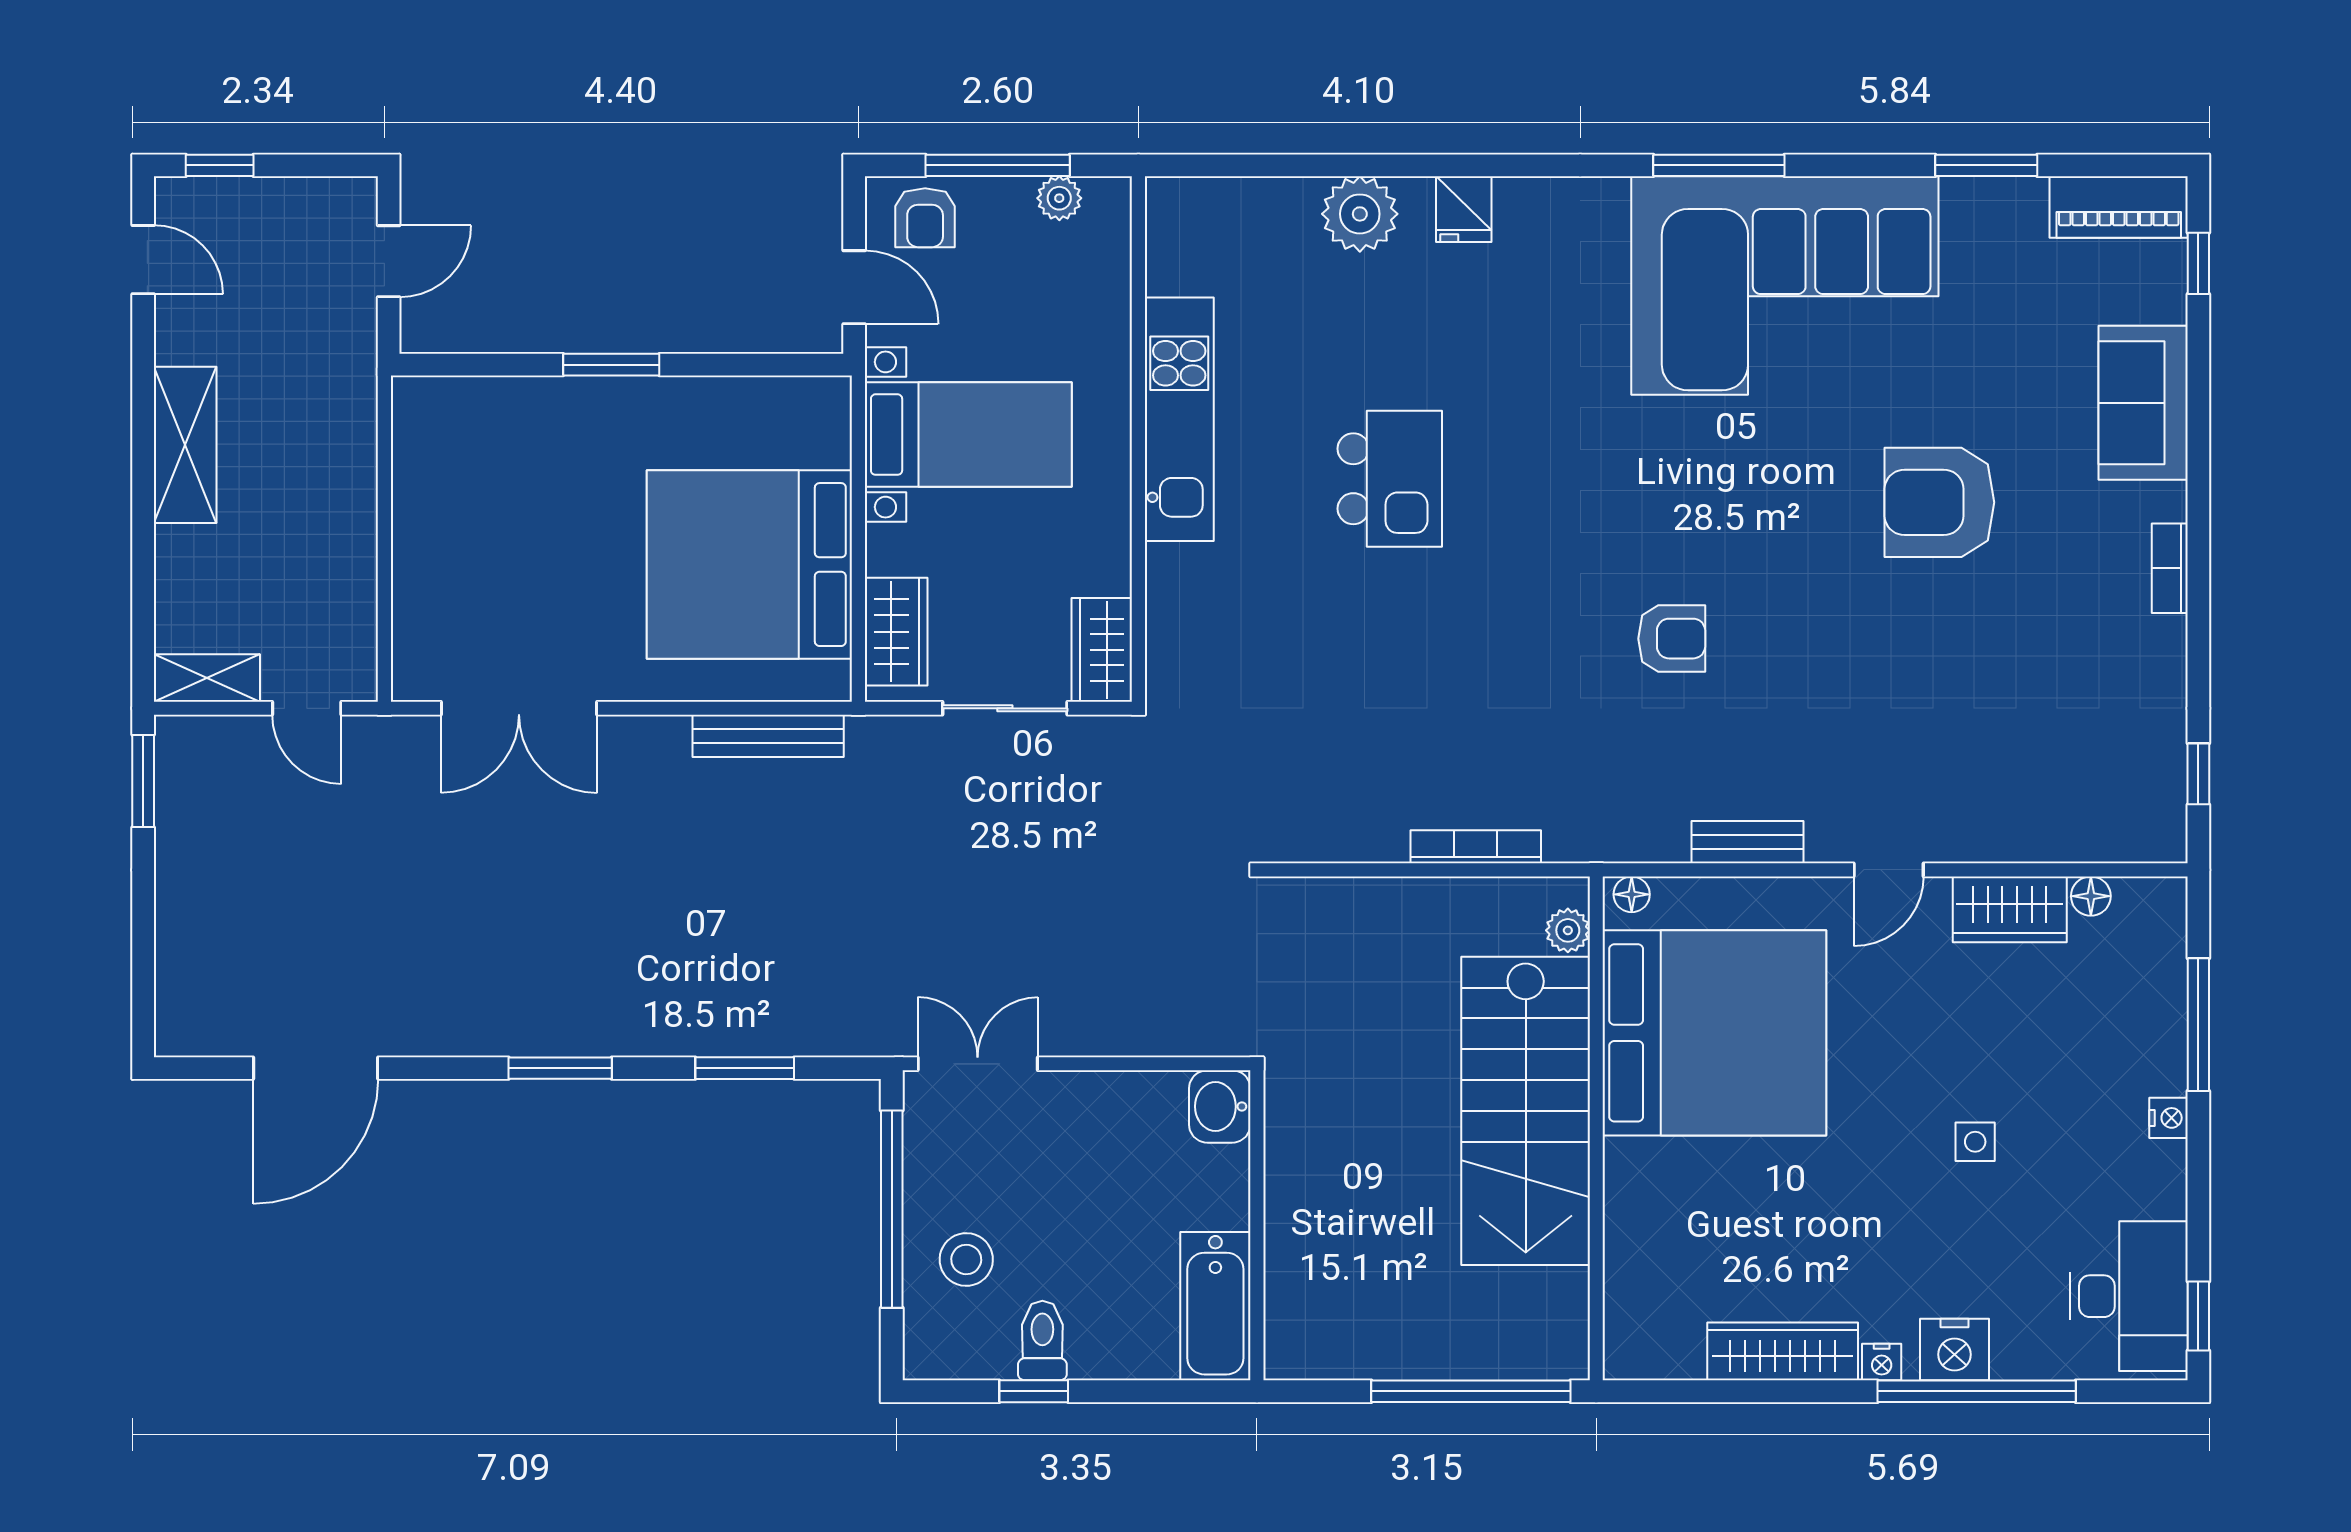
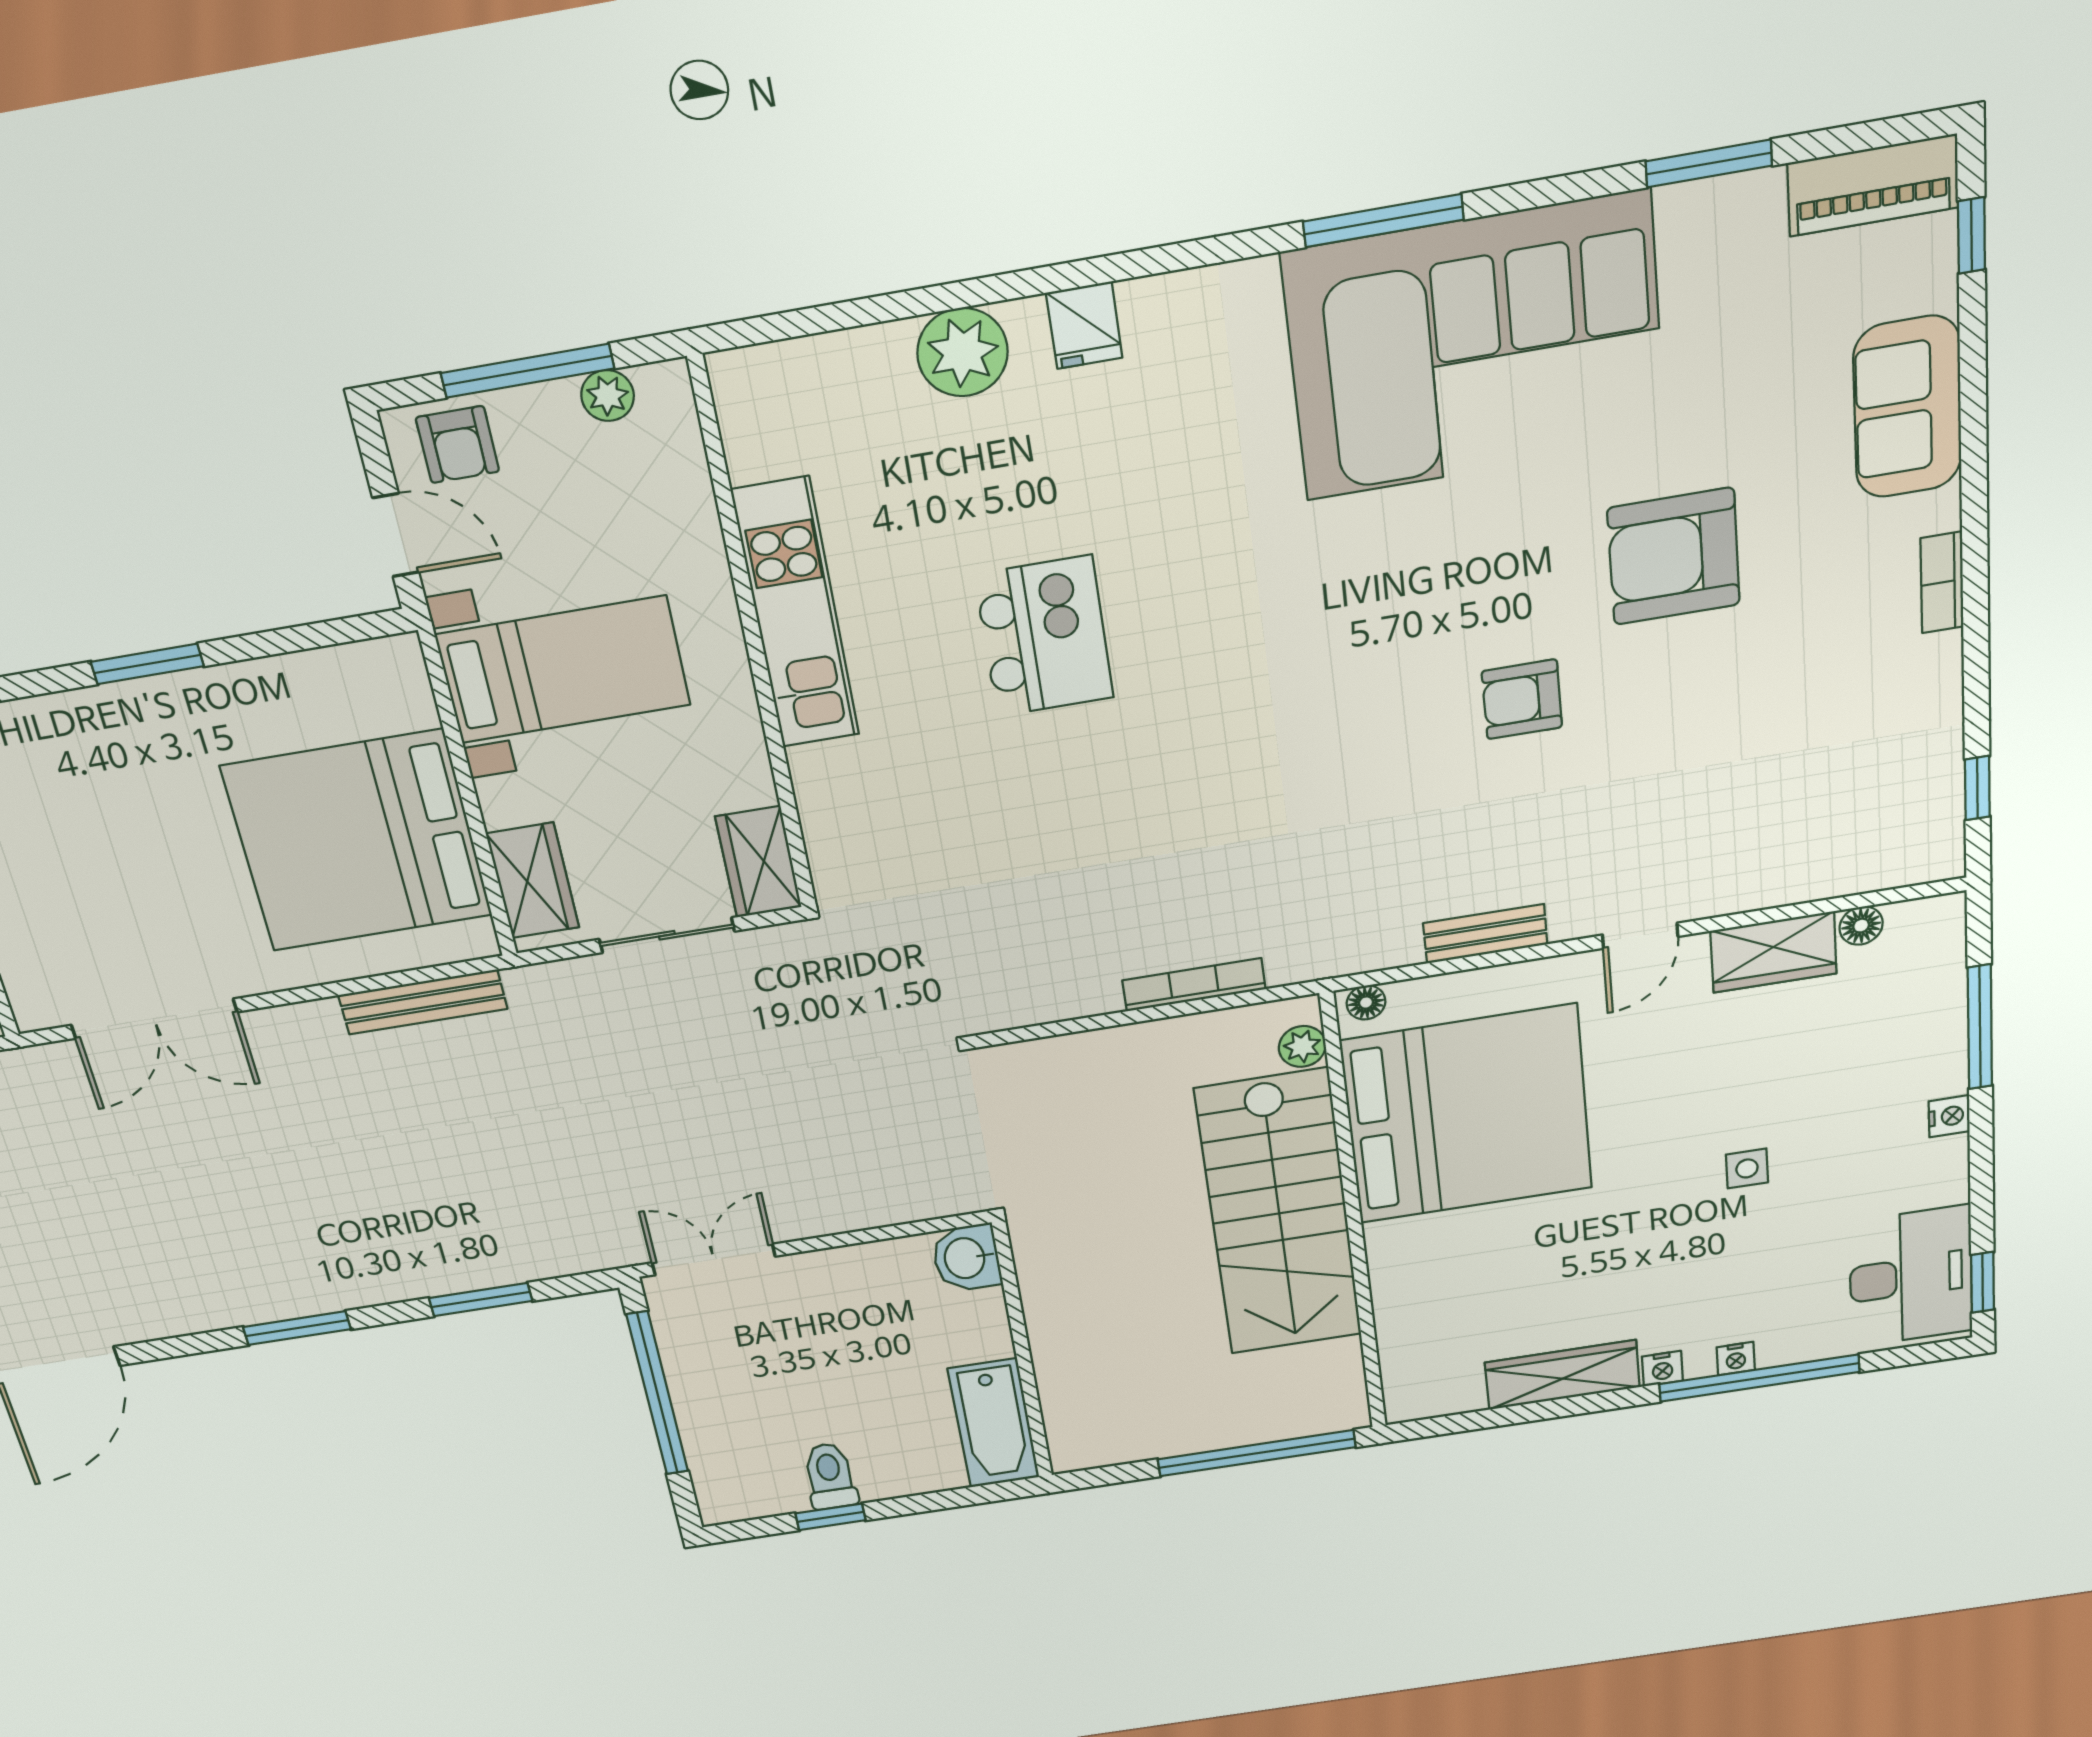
armchair: (1672, 639) -> (1522, 699), moved, turned 180
stool: (966, 1260) -> (741, 1423), removed
nightstand: (1954, 1350) -> (1736, 1359), width x0.53, depth x0.56

